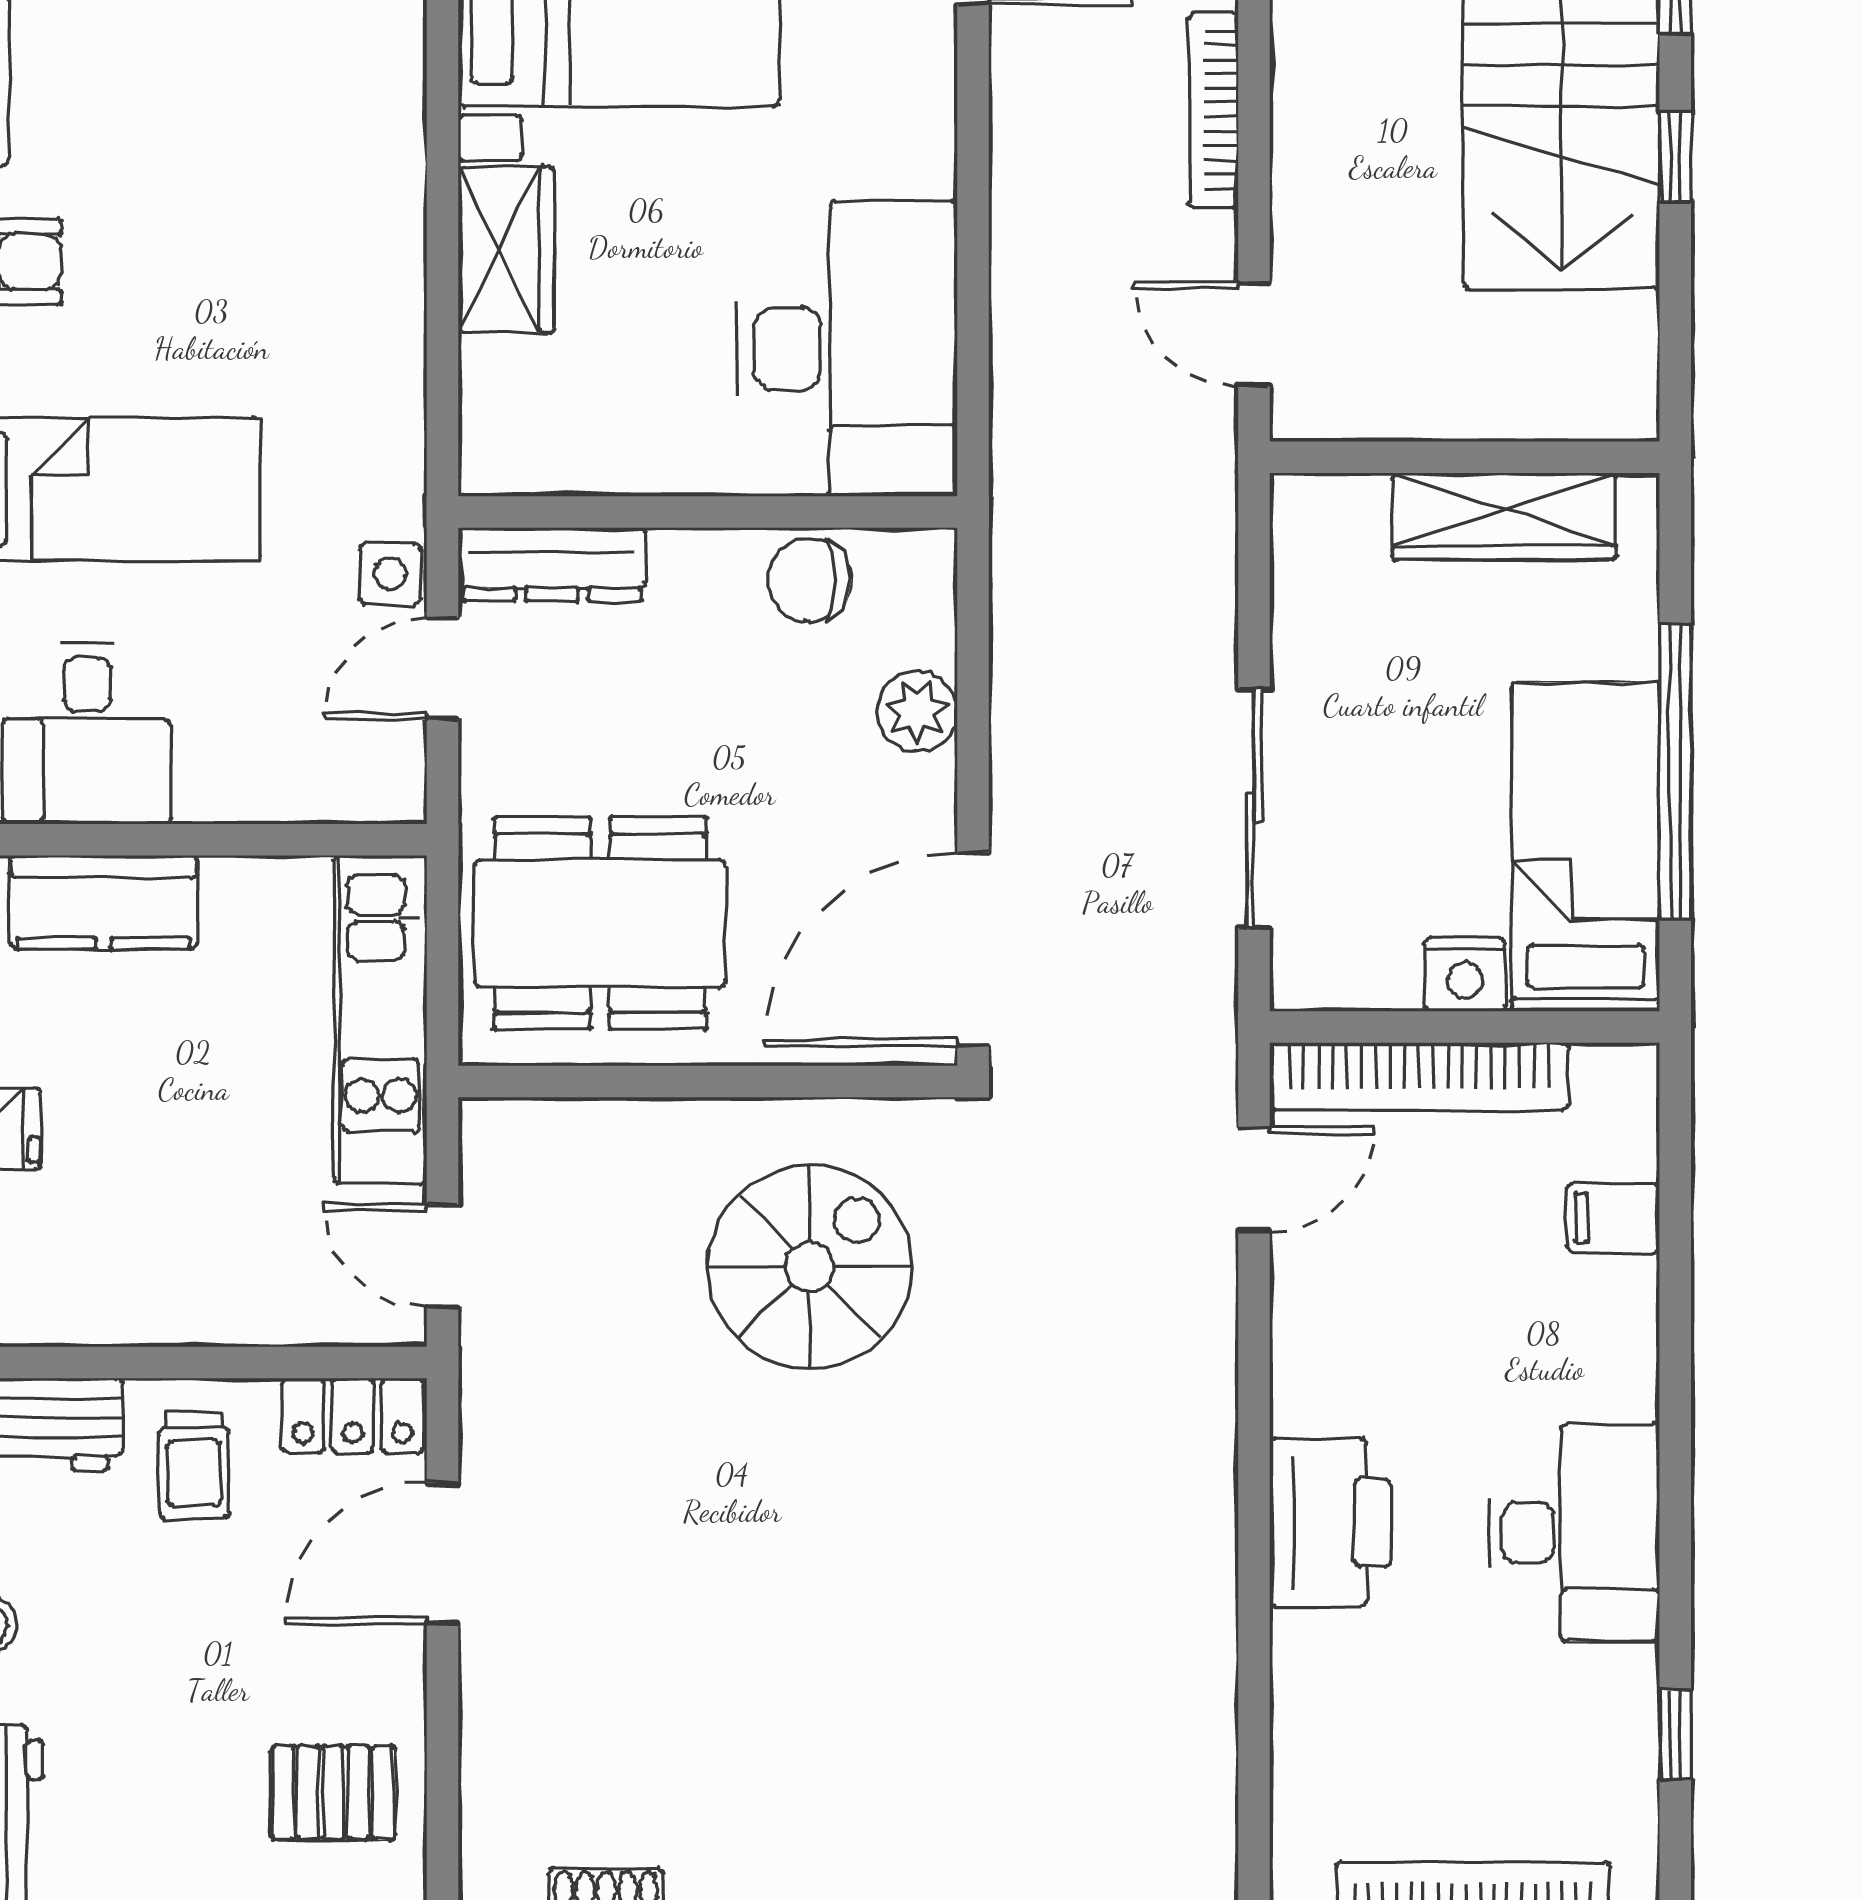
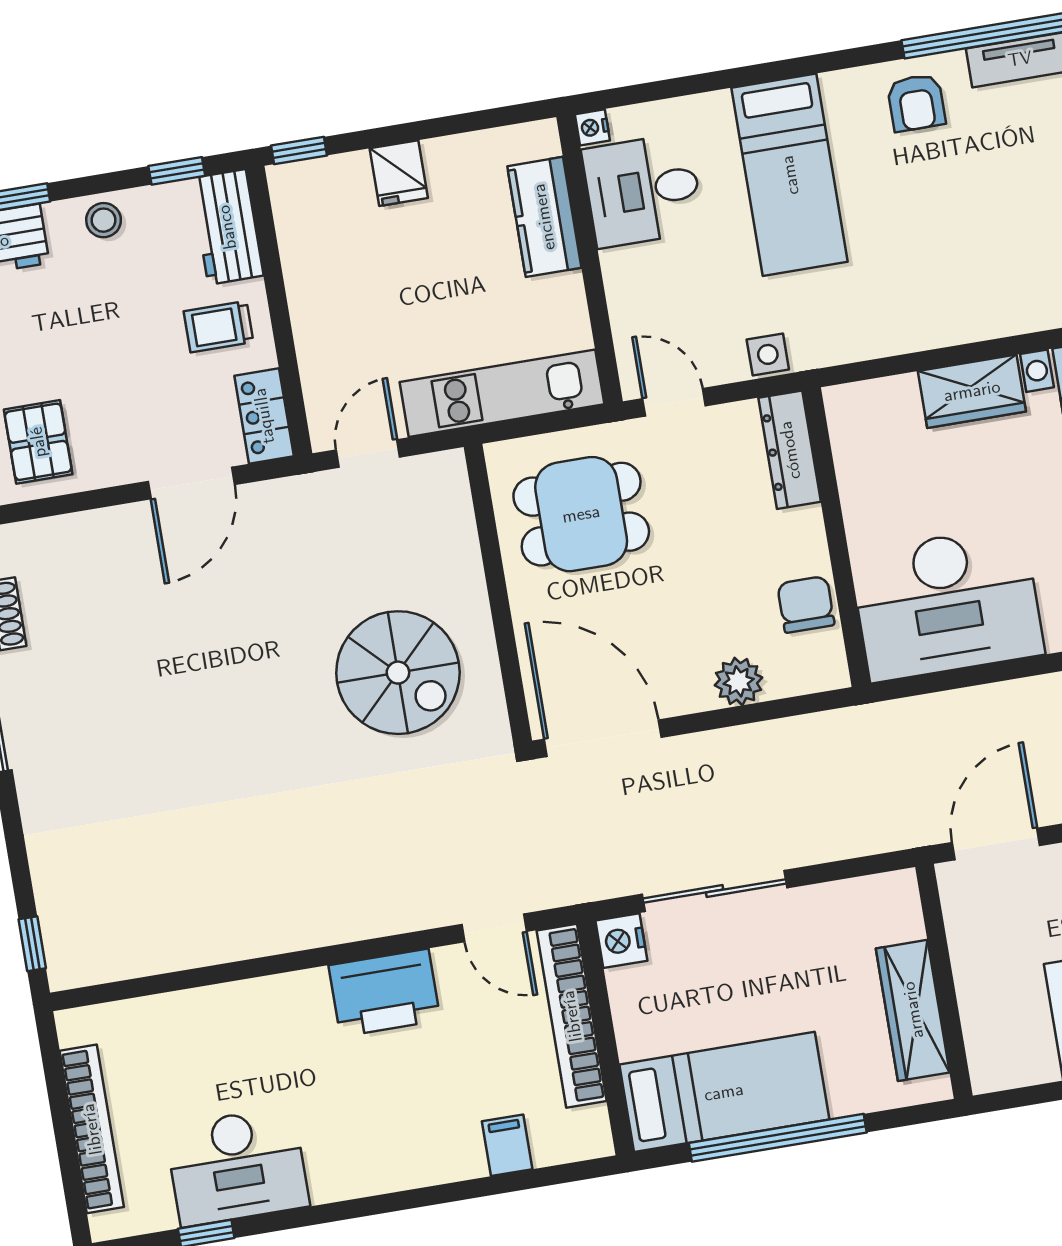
door: (1254, 334) -> (996, 844), width x1.38
door: (442, 669) -> (674, 402), moved
dining table: (600, 923) -> (581, 514), width x0.73
nightstand: (1465, 974) -> (621, 941), moved
printer: (1330, 1523) -> (384, 993), moved
desk: (1574, 1532) -> (237, 1166), moved
door: (442, 1553) -> (191, 483), swing flipped

